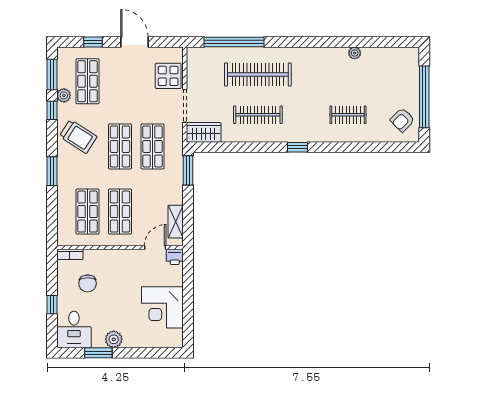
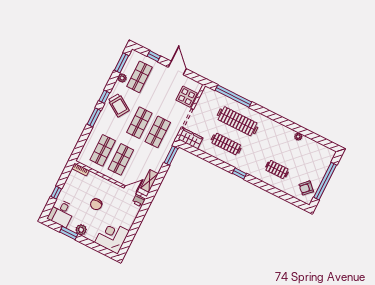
window: (52, 110) -> (104, 97), moved
chair: (88, 283) -> (96, 204), moved
corner desk: (162, 307) -> (112, 237), moved, turned 90

